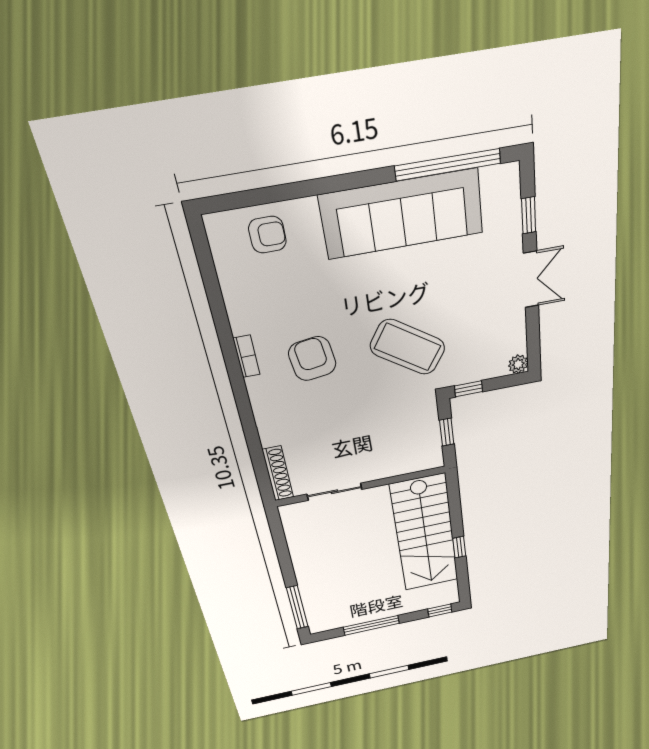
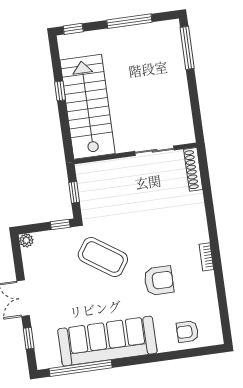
armchair: (312, 359) -> (159, 281), moved, turned -82

